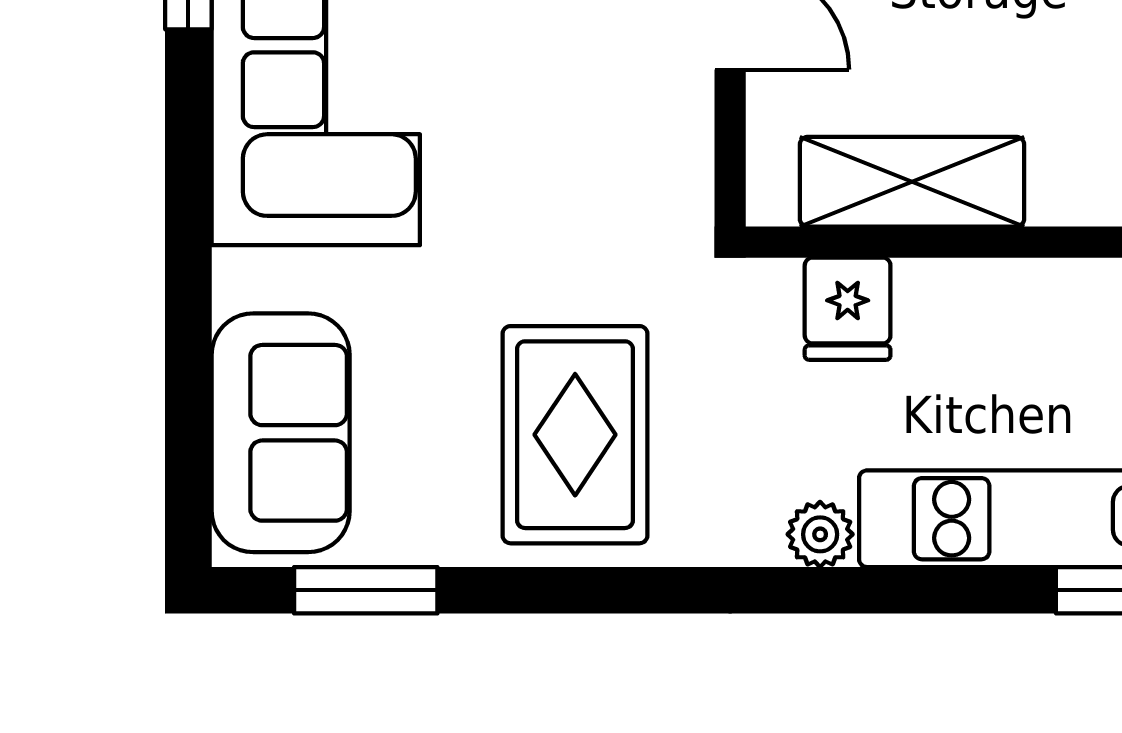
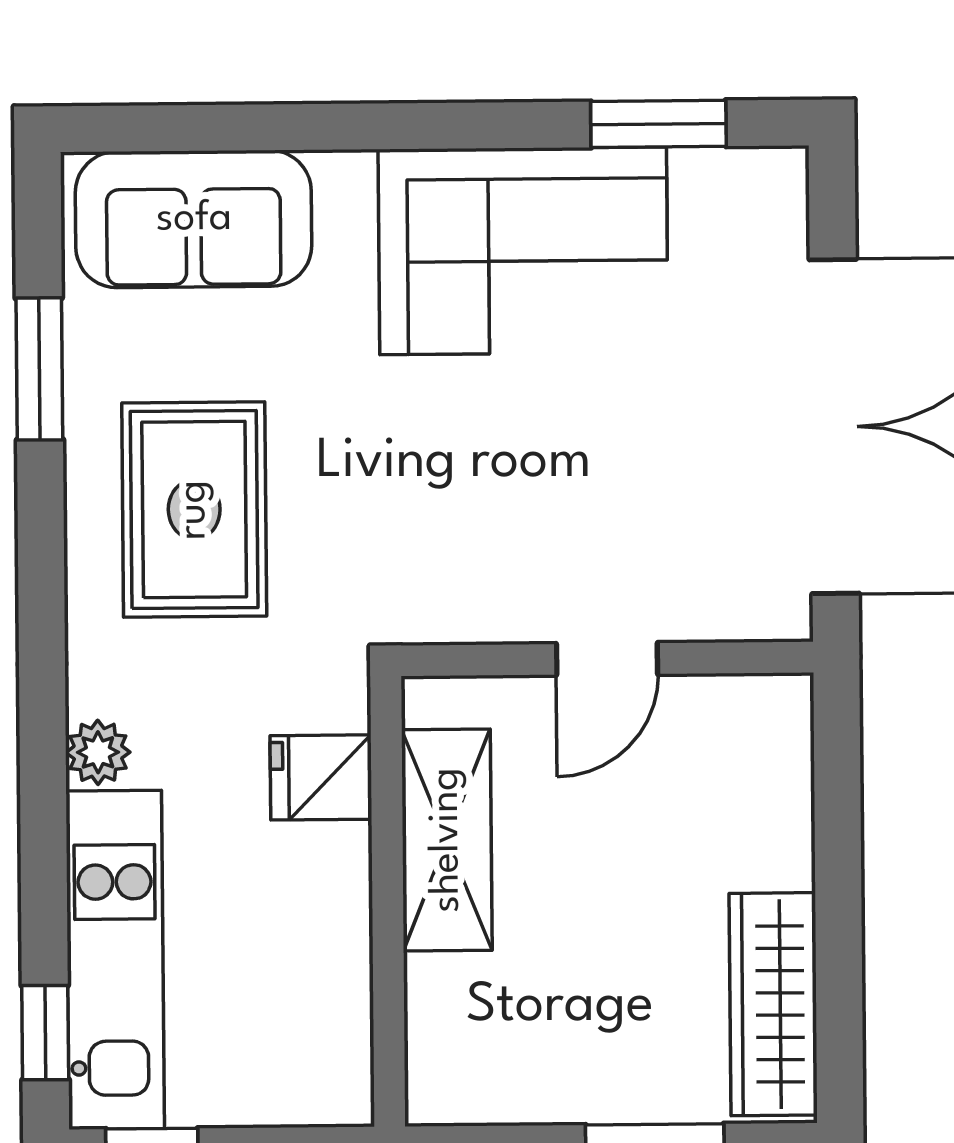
rug: (575, 435) -> (194, 510), turned 90
window: (366, 590) -> (39, 369), moved

